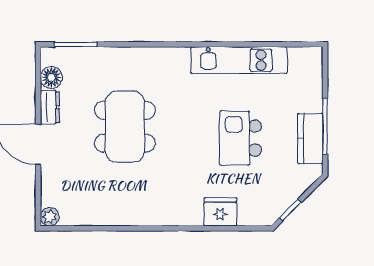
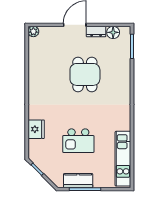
kitchen unit: (239, 60) -> (123, 159), moved
dining table: (125, 127) -> (85, 74), width x0.73
kitchen island: (240, 138) -> (78, 141), turned 180

